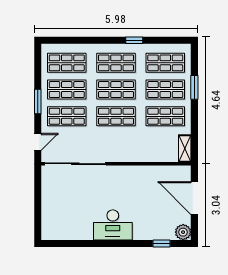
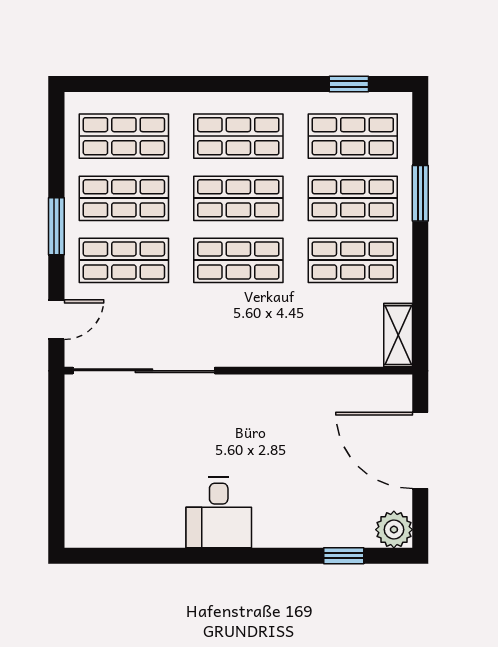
window: (134, 40) -> (349, 84), moved
desk: (113, 225) -> (219, 513), width x0.73

